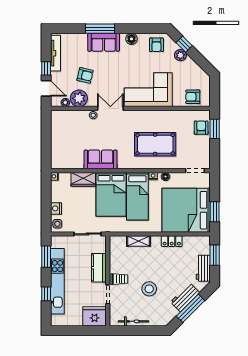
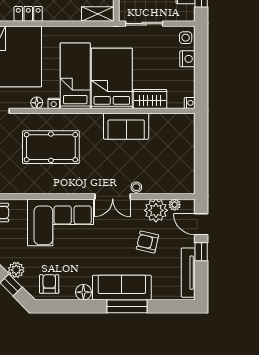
sofa: (104, 42) -> (122, 288), width x1.36
shelving: (139, 241) -> (98, 14), moved

